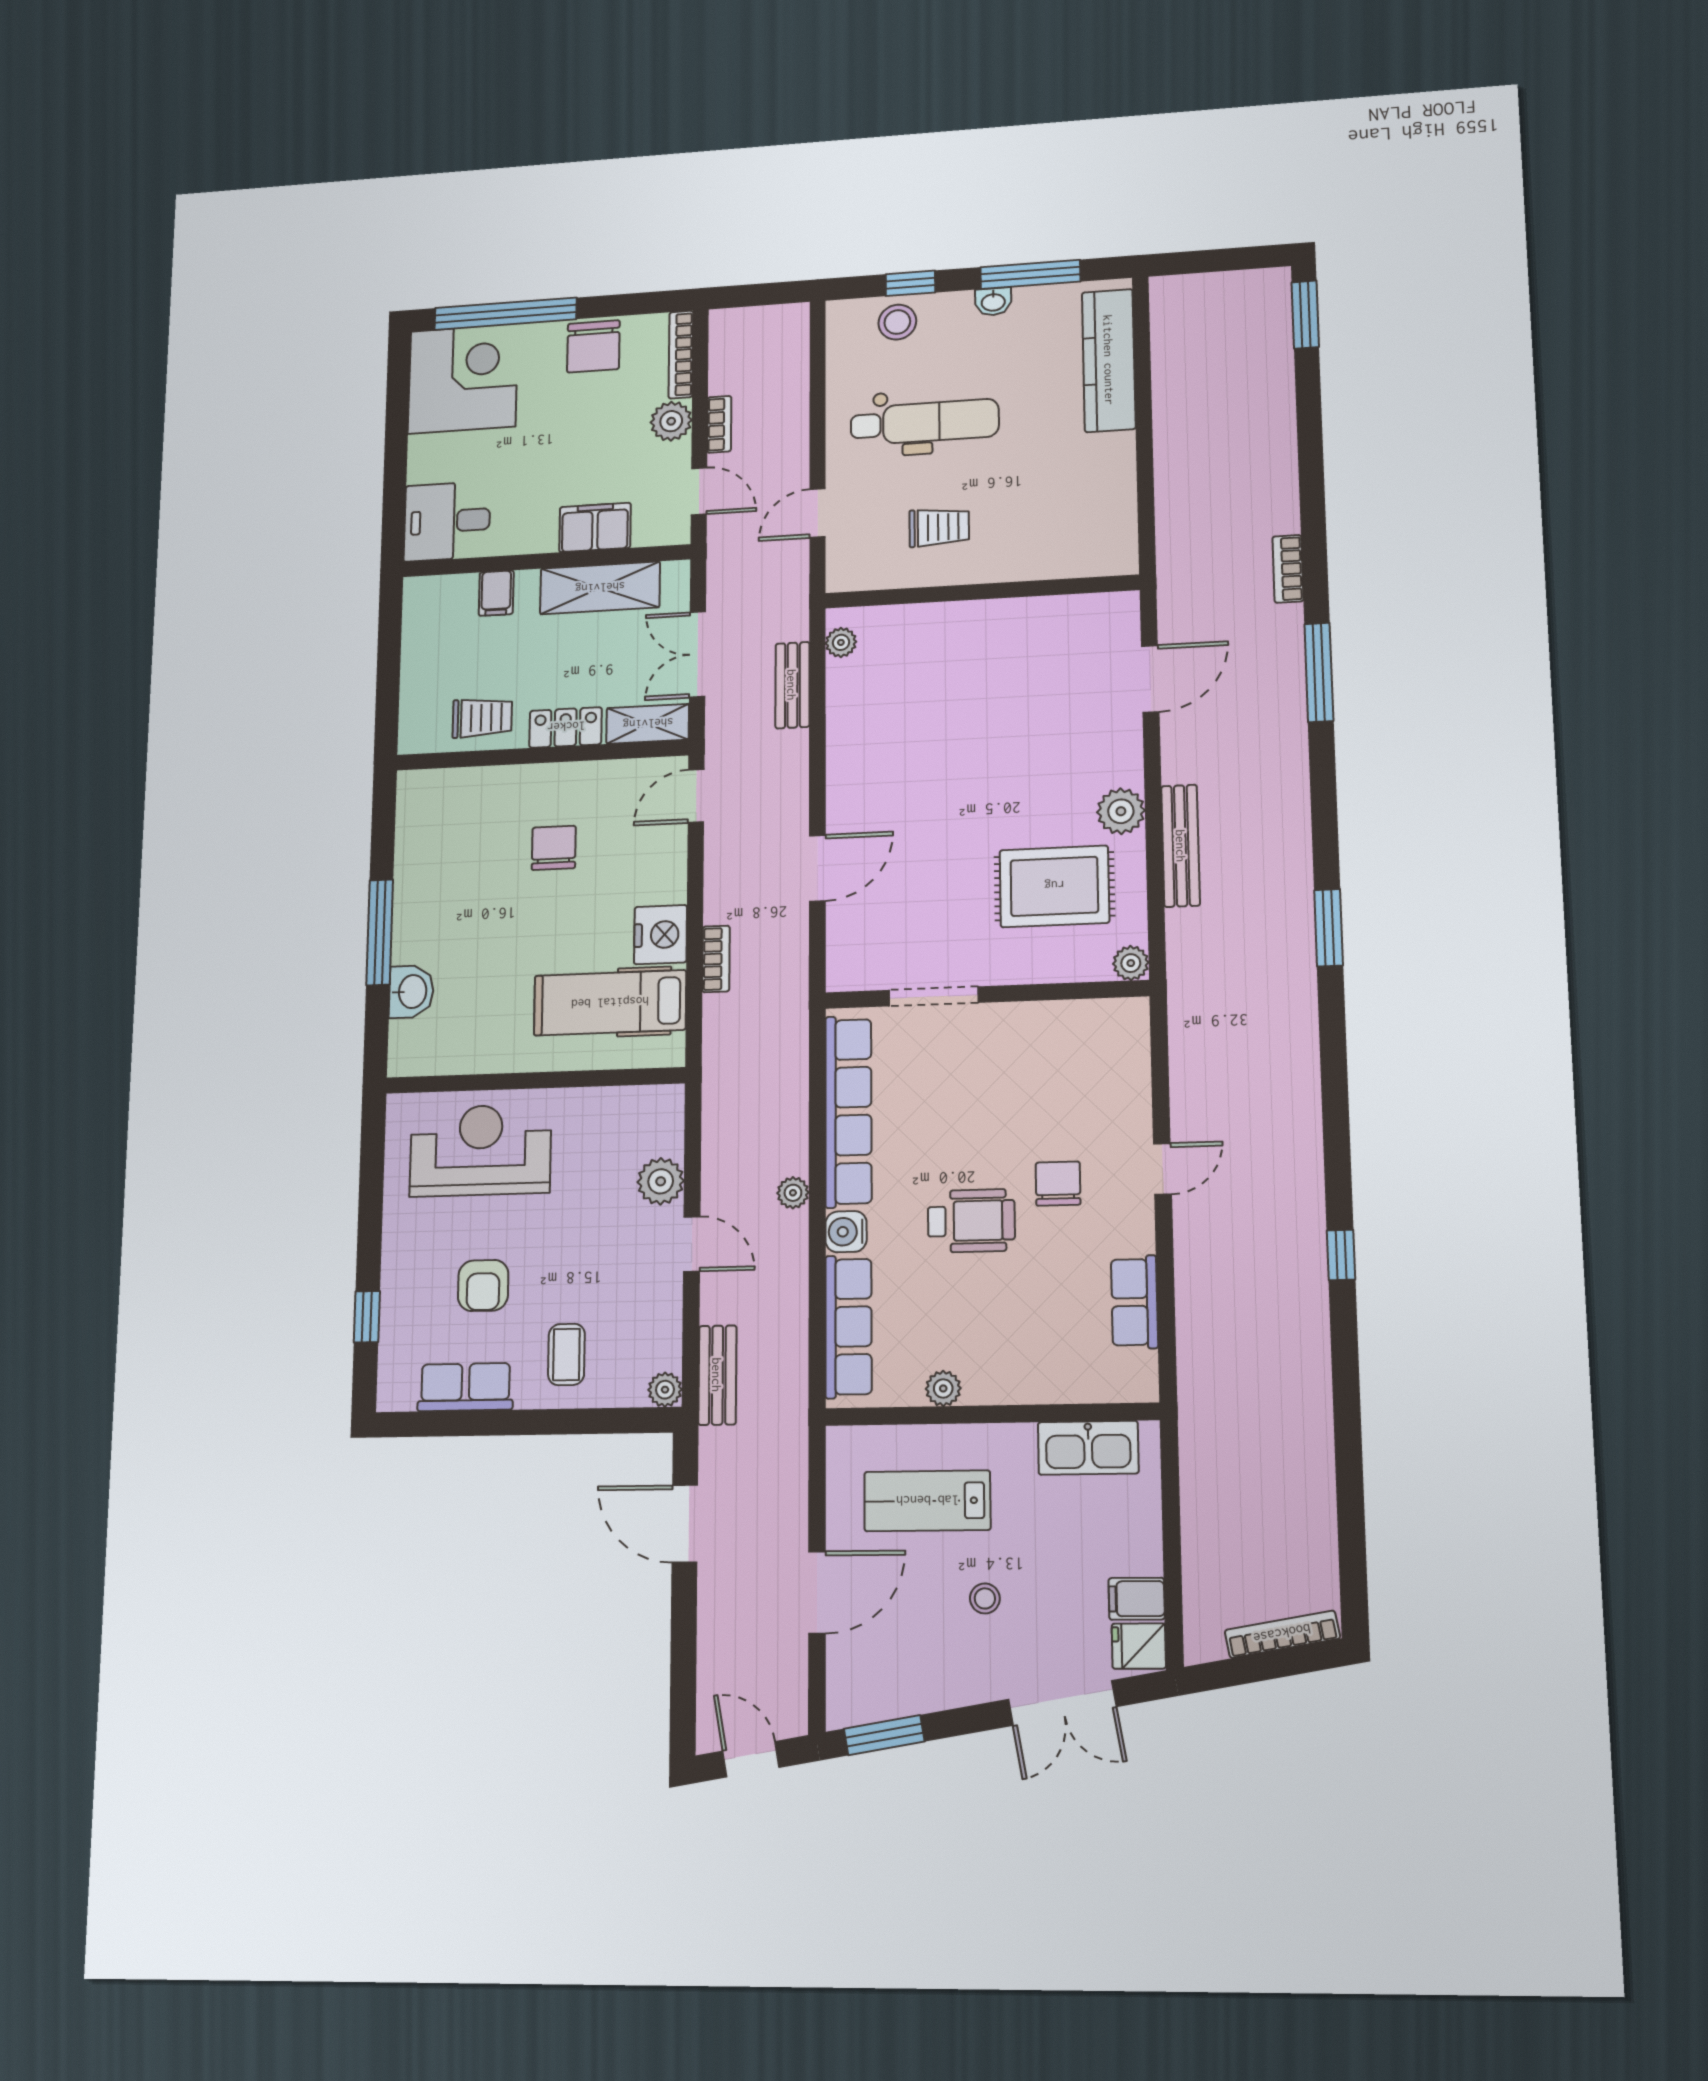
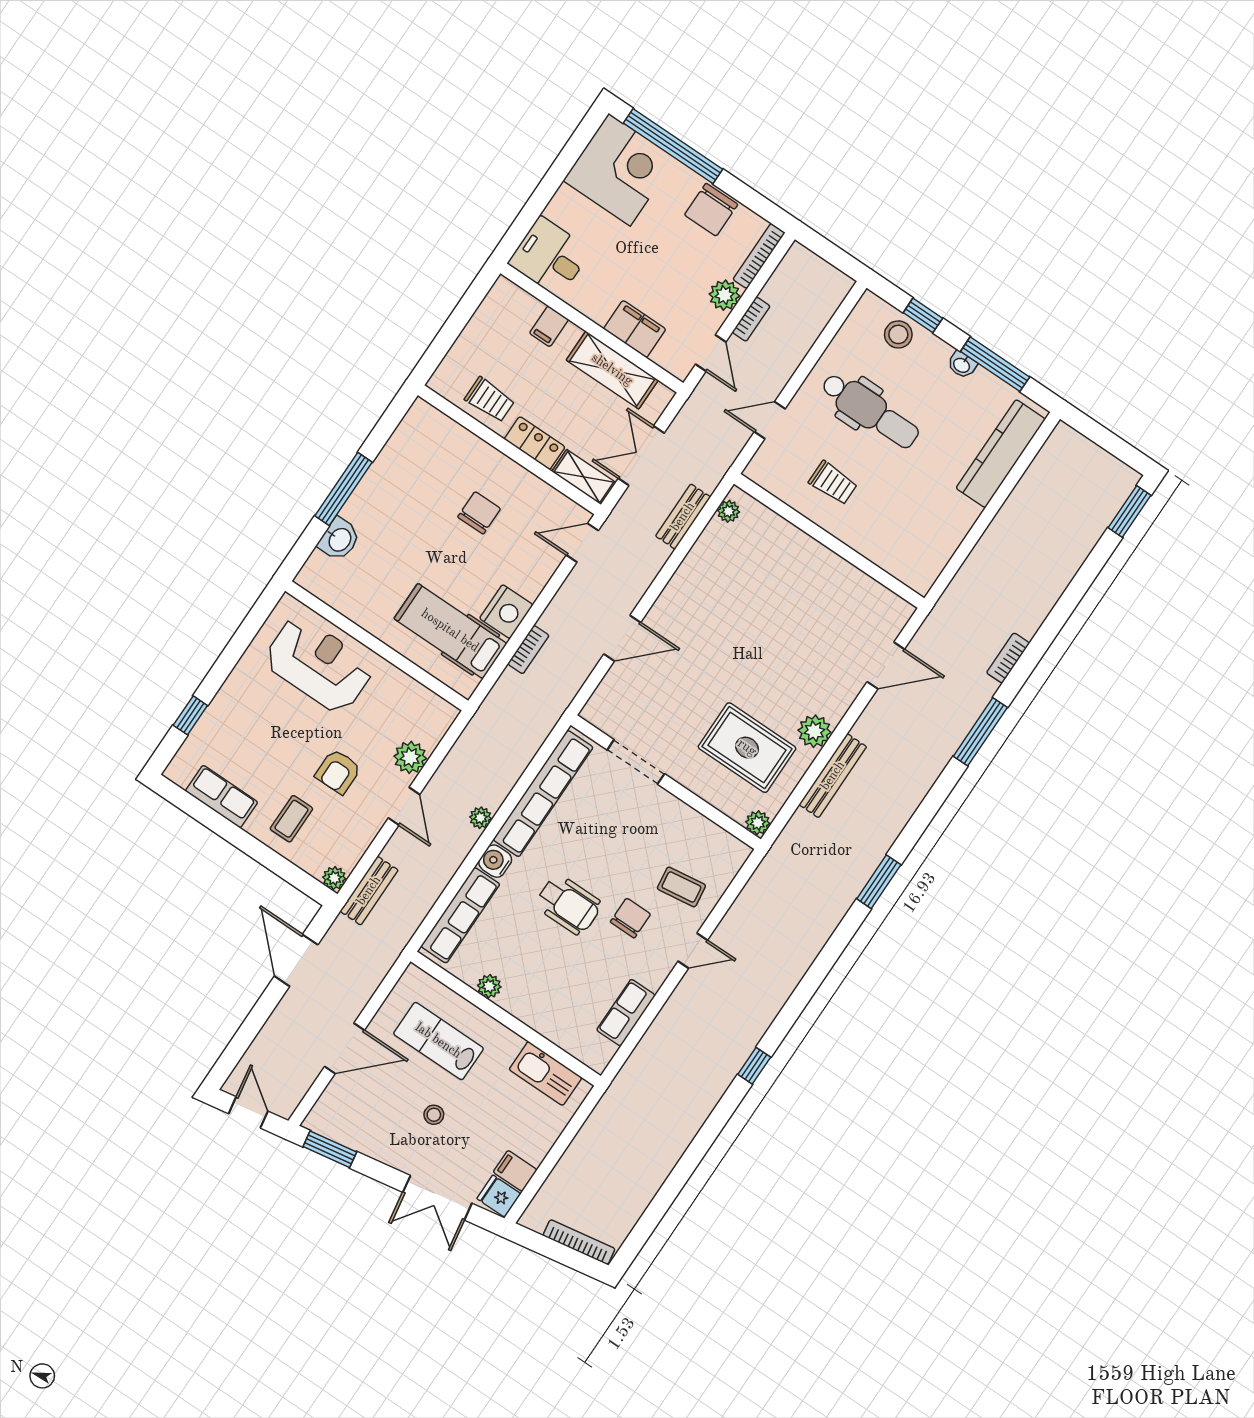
coffee table: (1093, 1103) -> (681, 887), added
armchair: (483, 1285) -> (338, 772), moved

